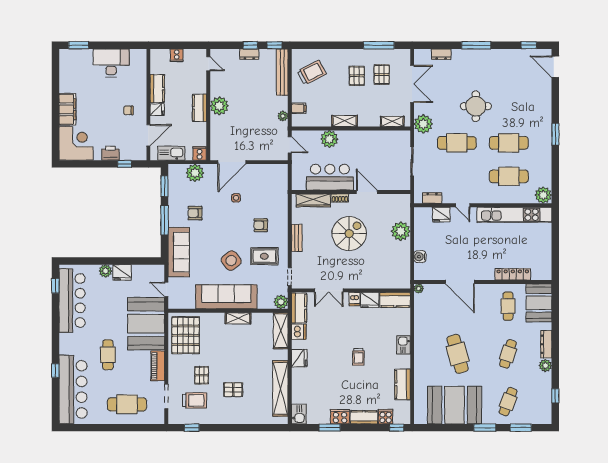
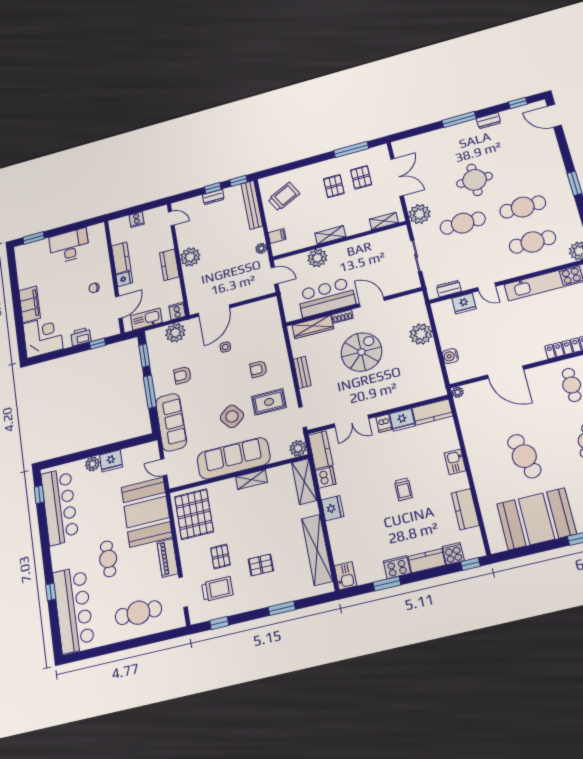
dresser: (441, 54) -> (488, 121), moved
window: (244, 428) -> (282, 608), added

